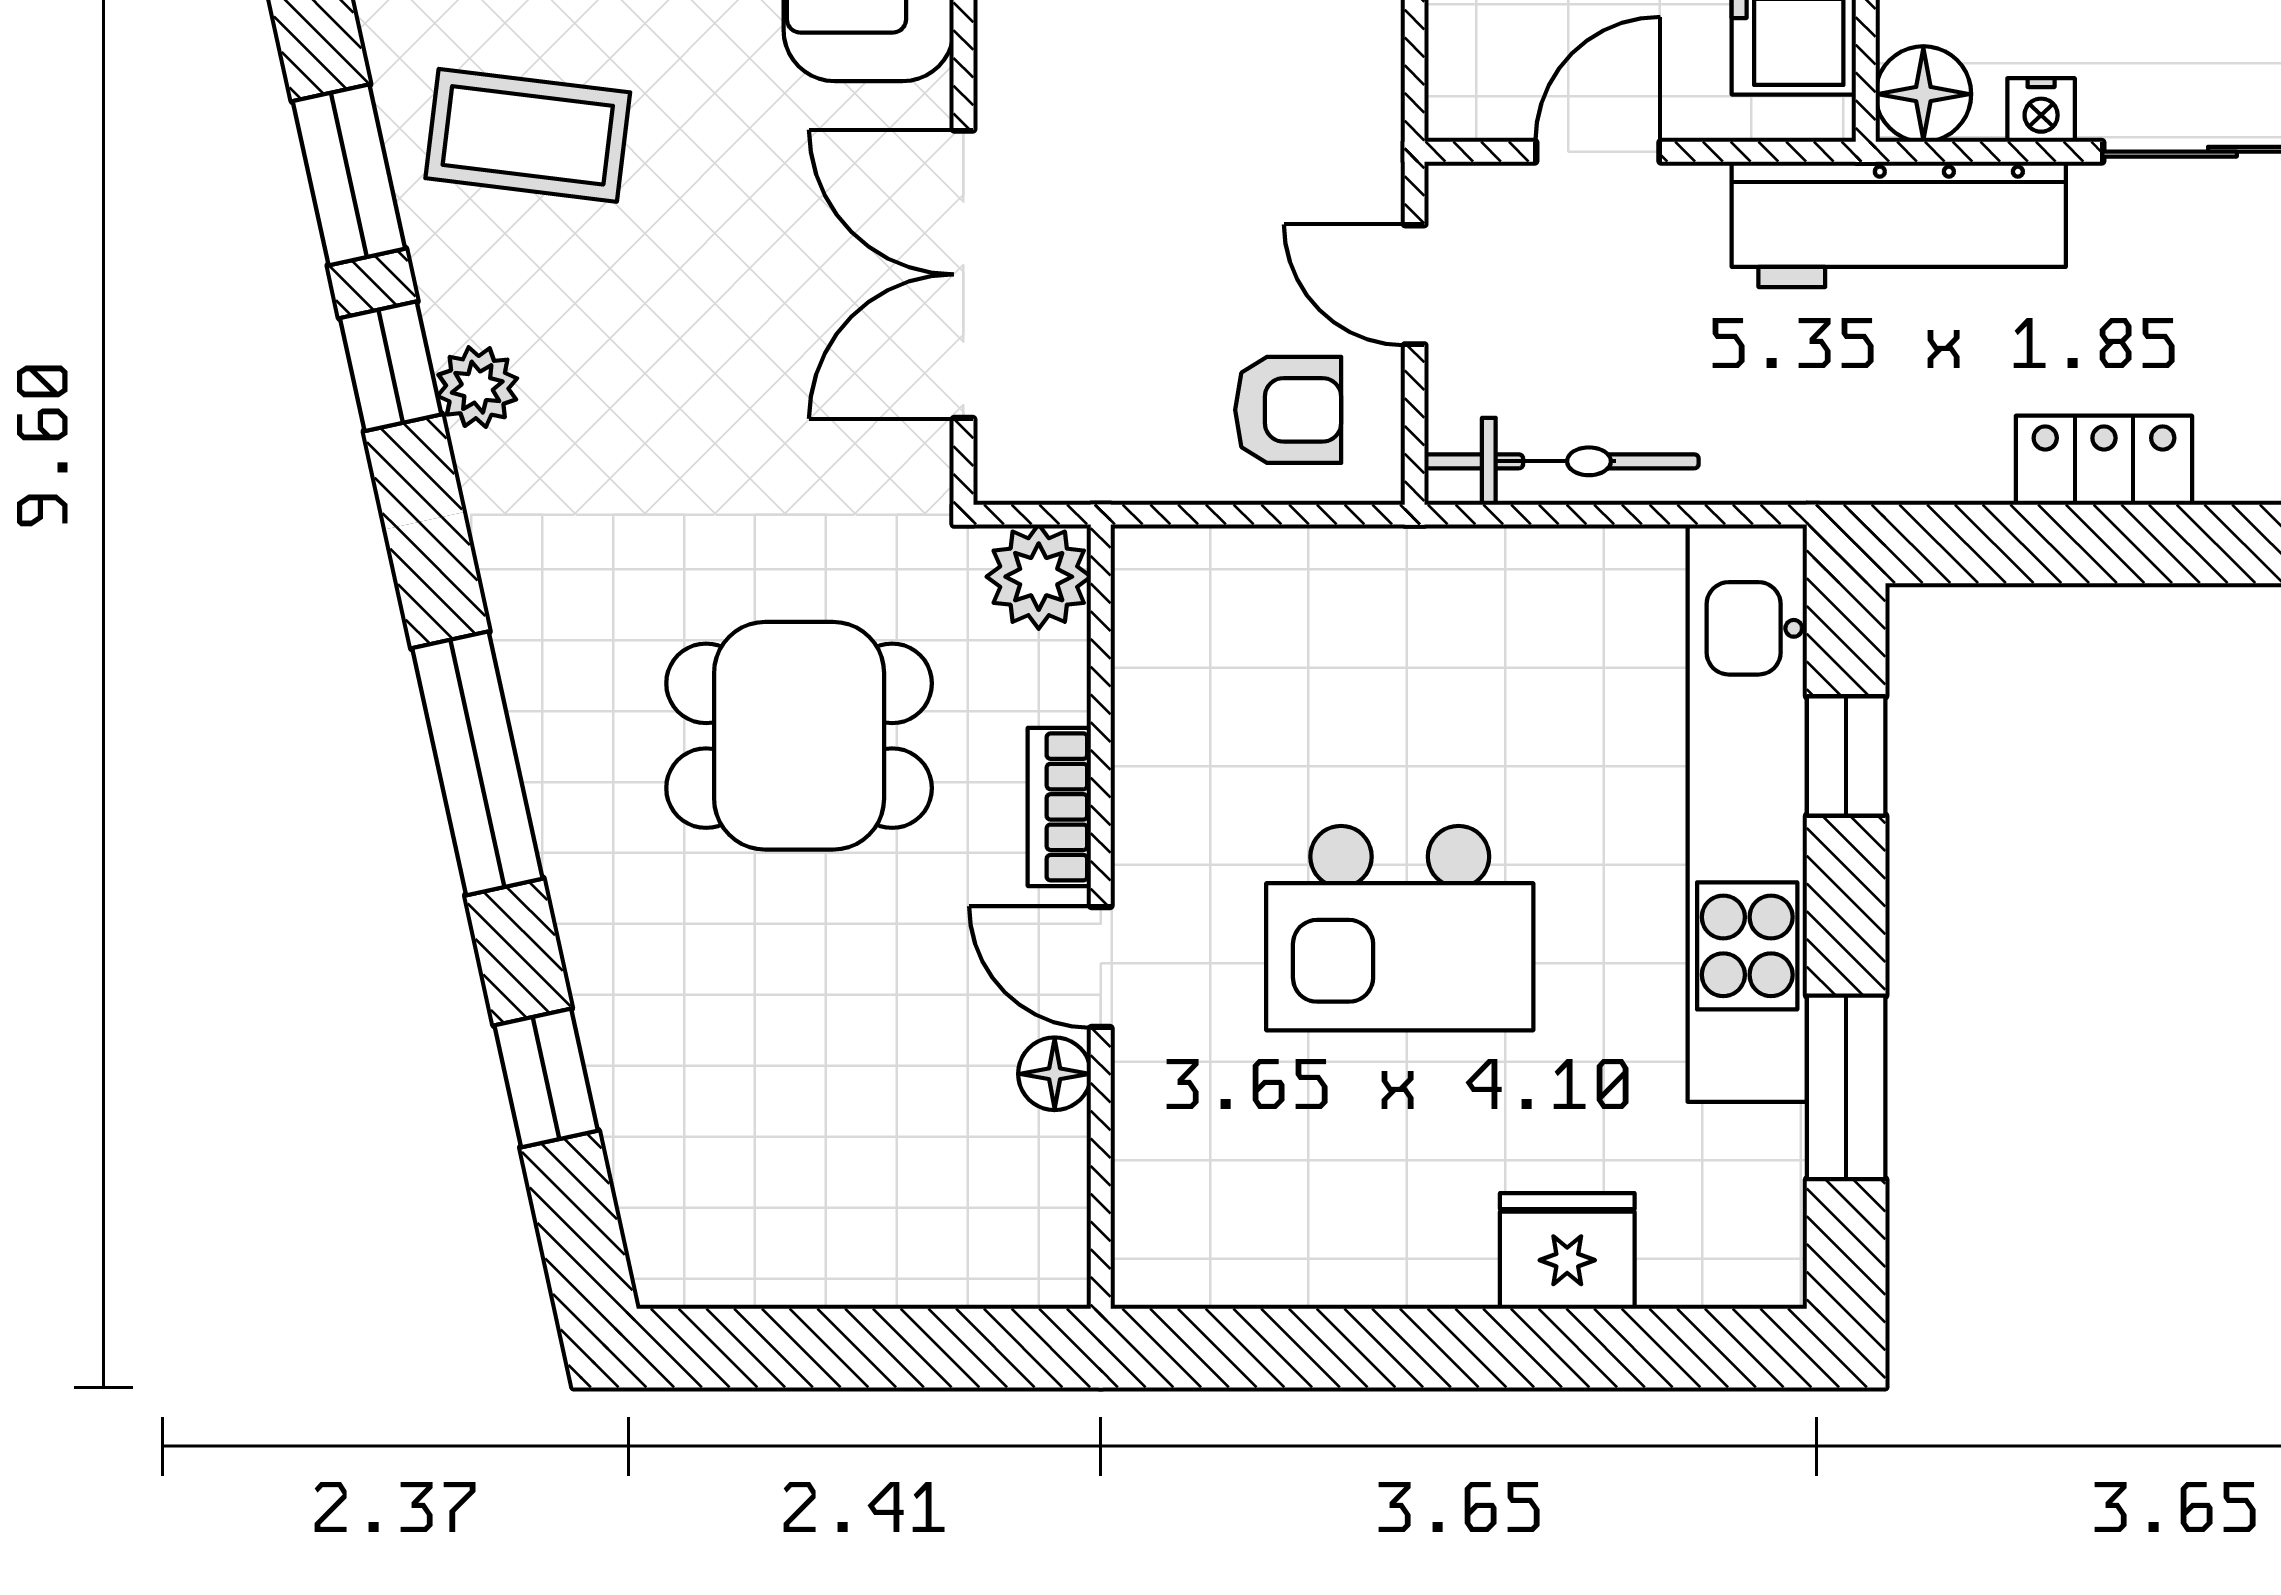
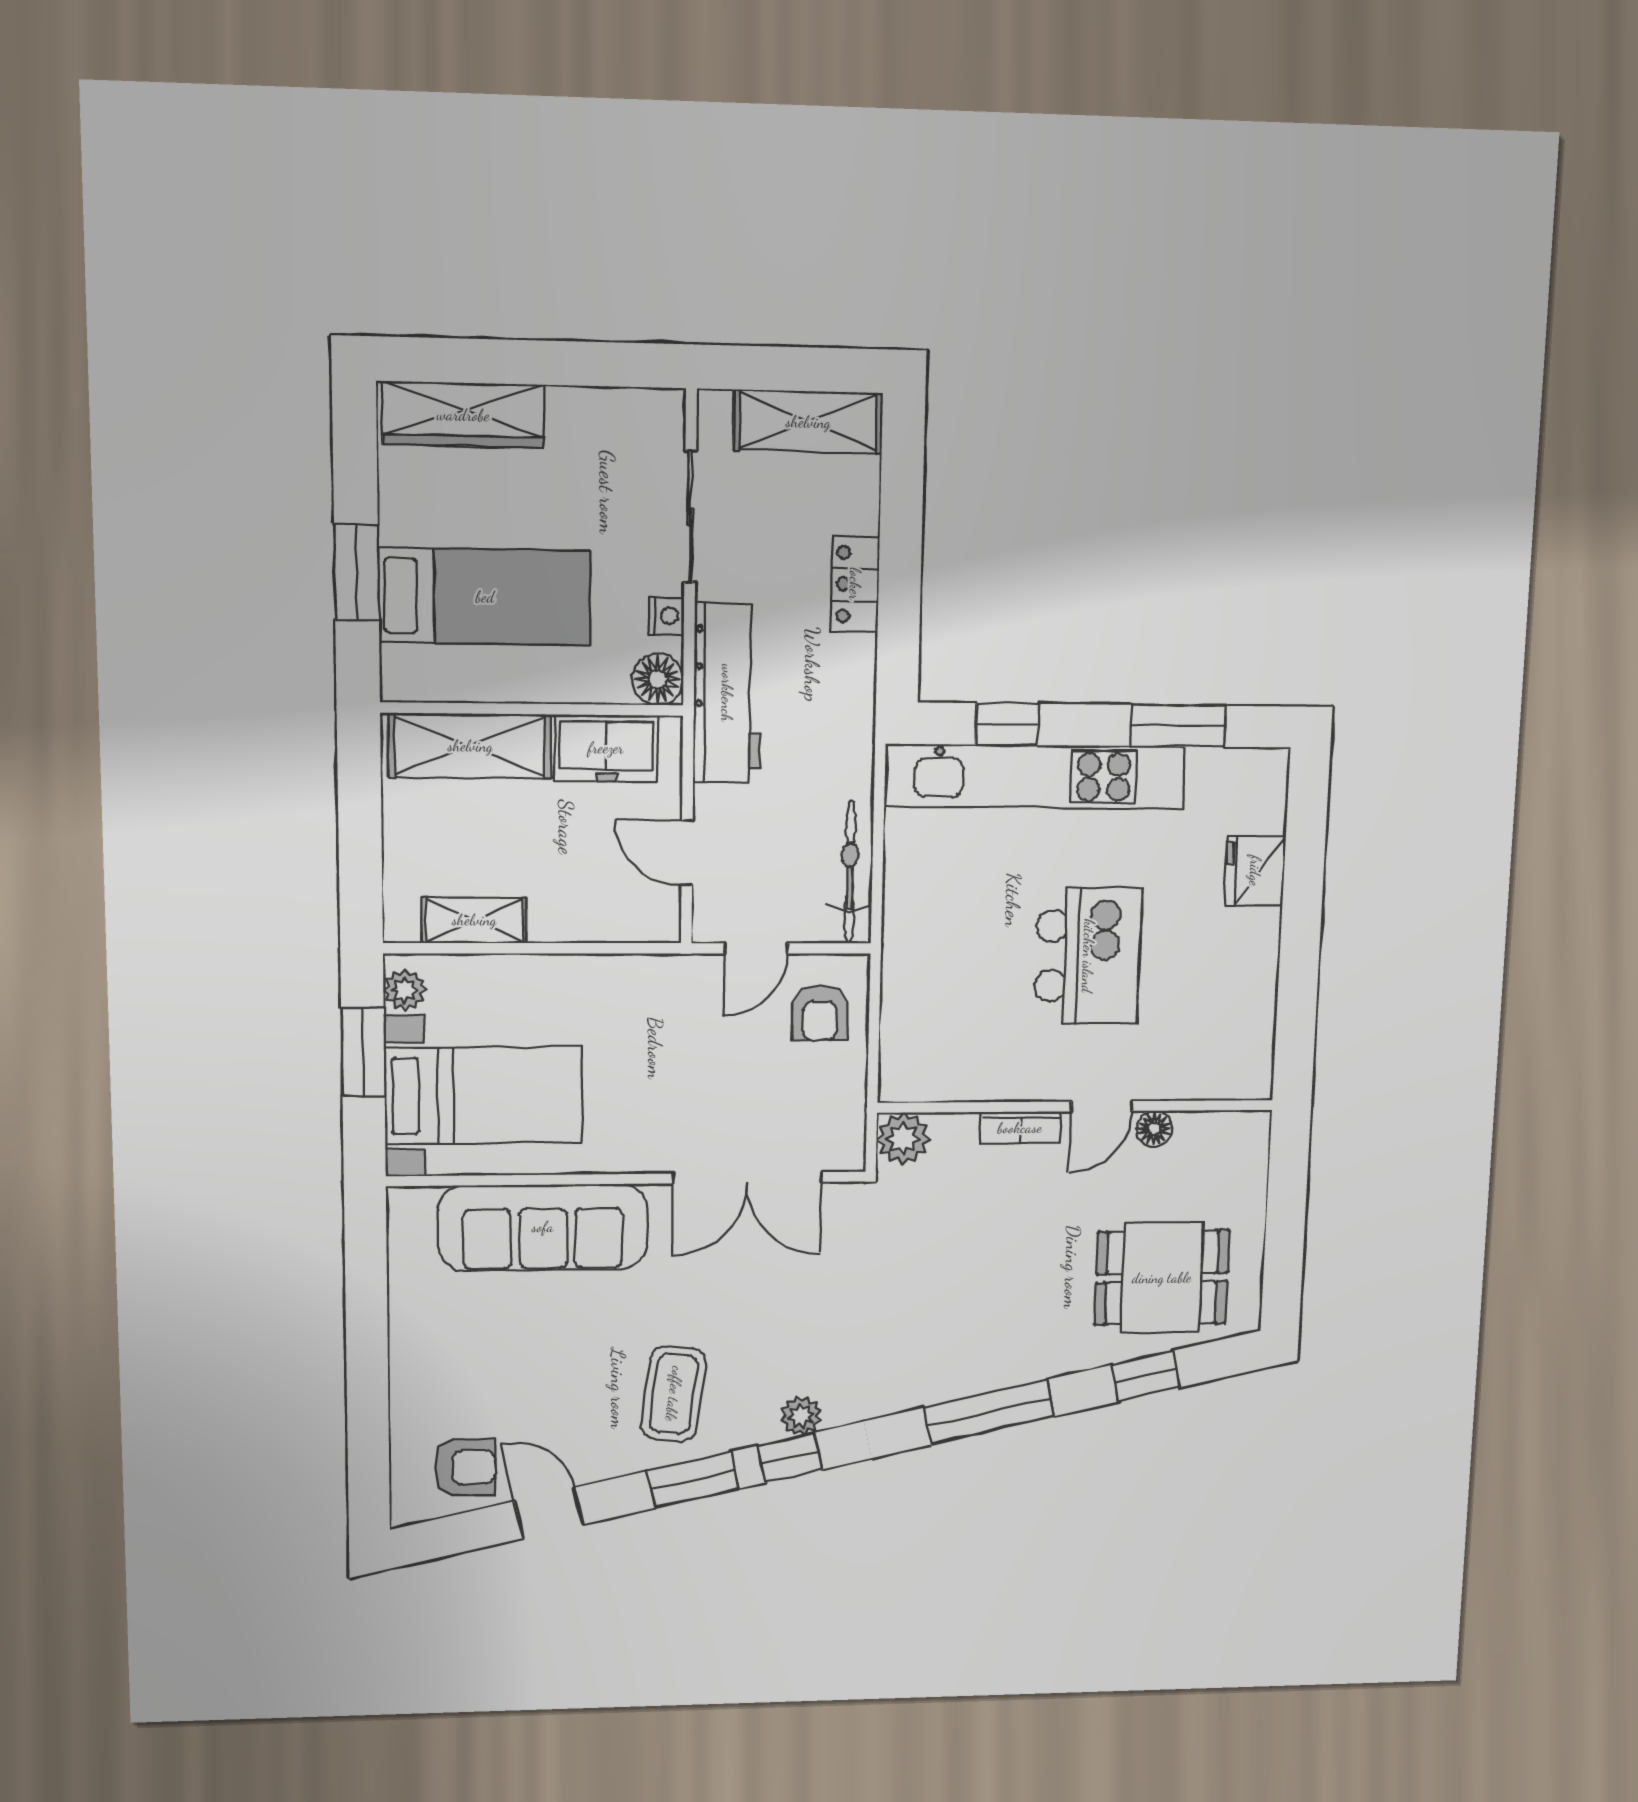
armchair: (1288, 410) -> (820, 1013), turned 180
dining table: (799, 736) -> (1162, 1278), moved, turned 90

